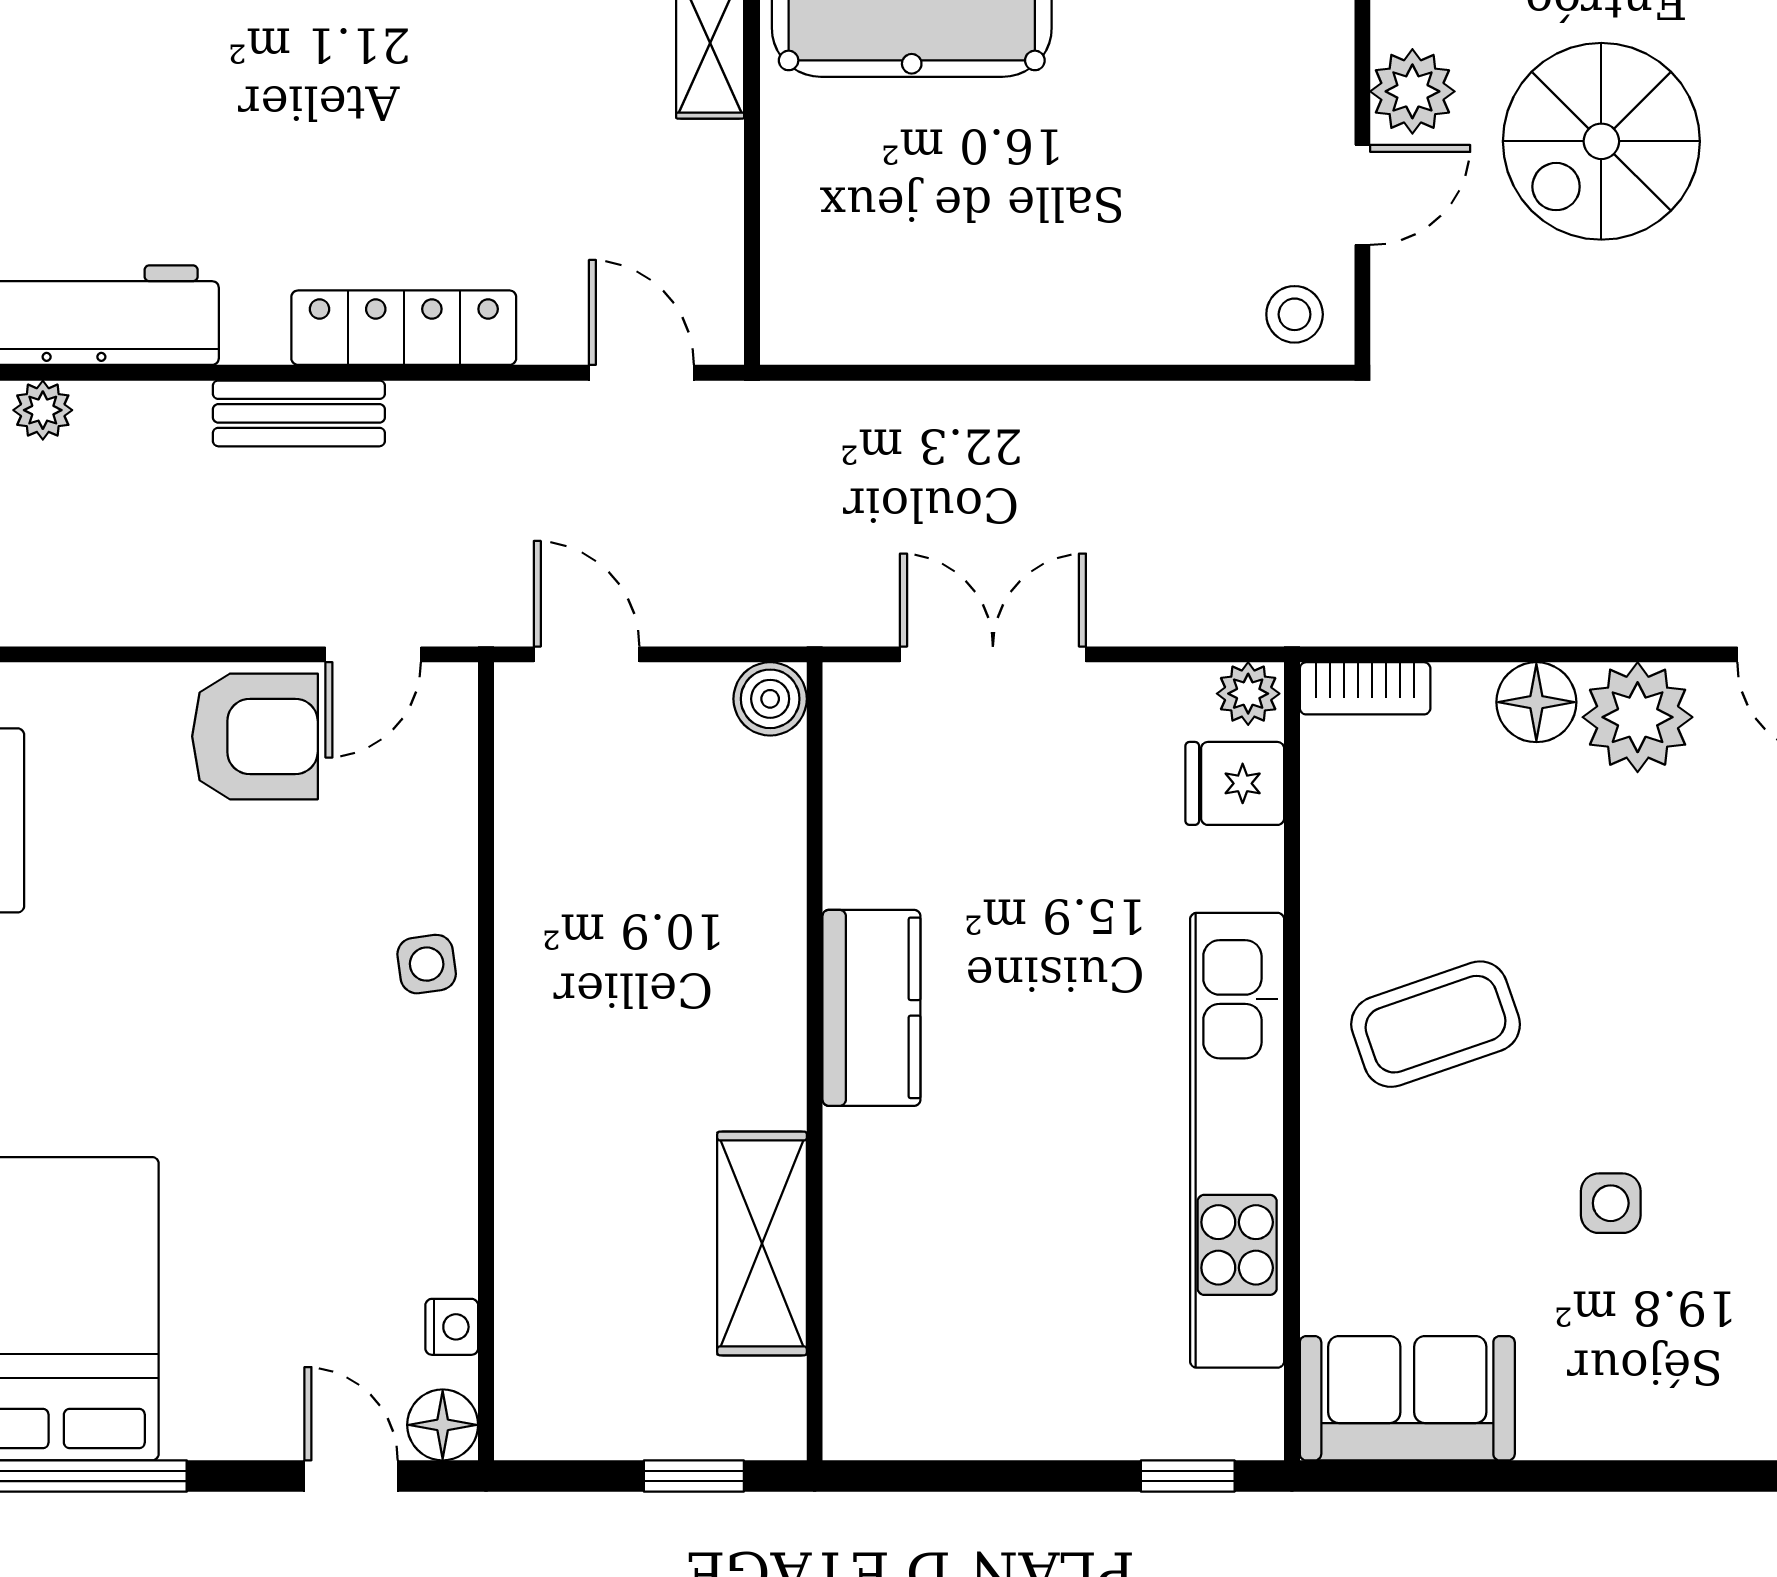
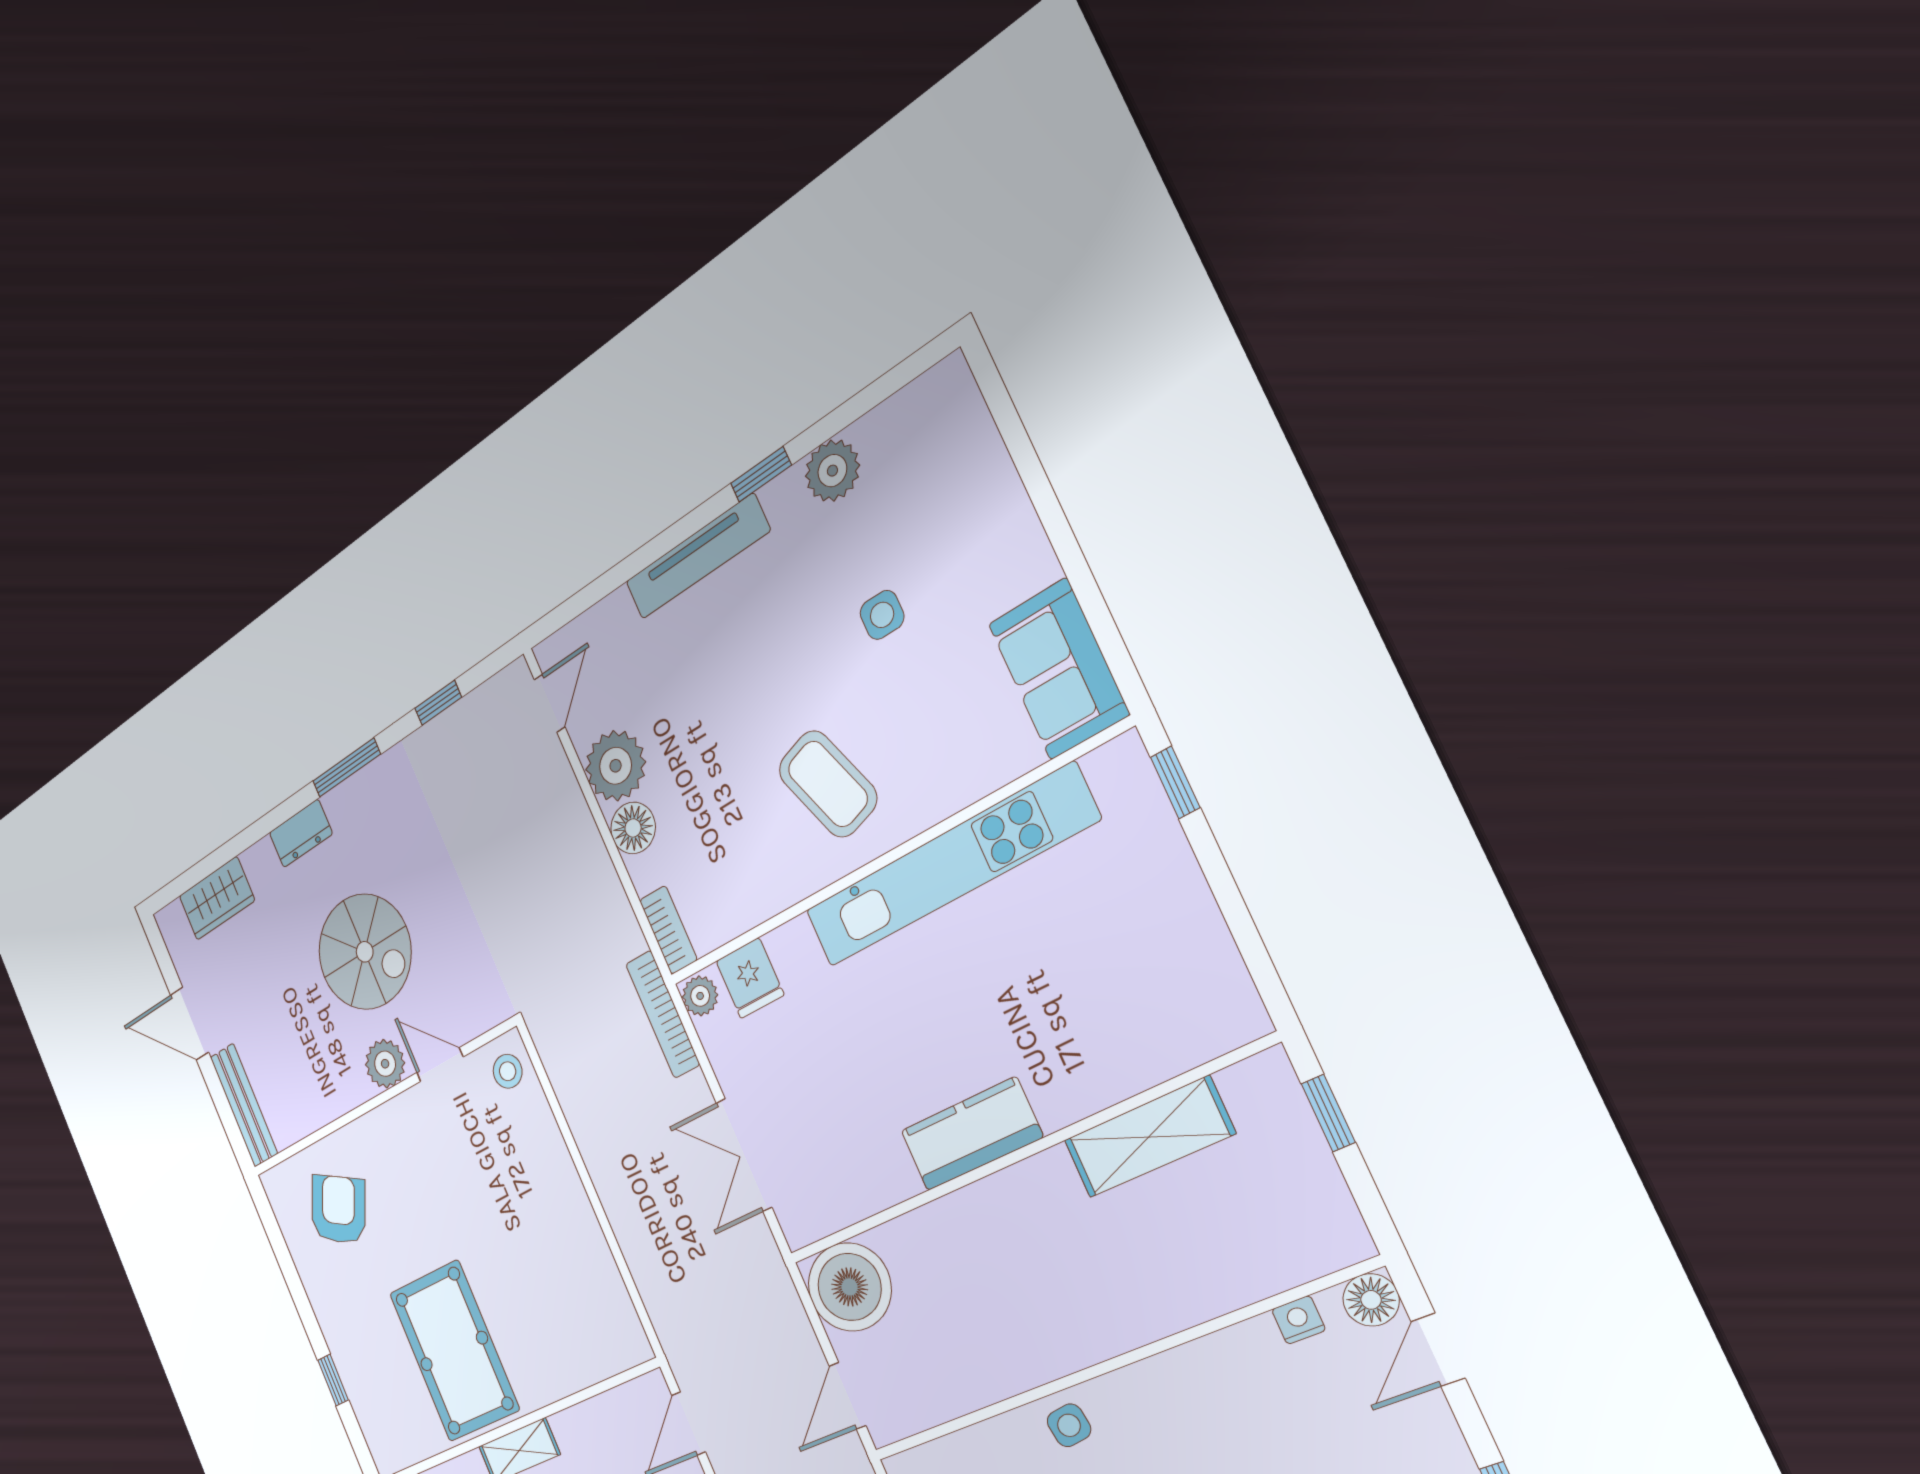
bookcase: (1251, 621) -> (663, 1014), added
boiler: (770, 699) -> (850, 1287), width x1.86, depth x1.86

